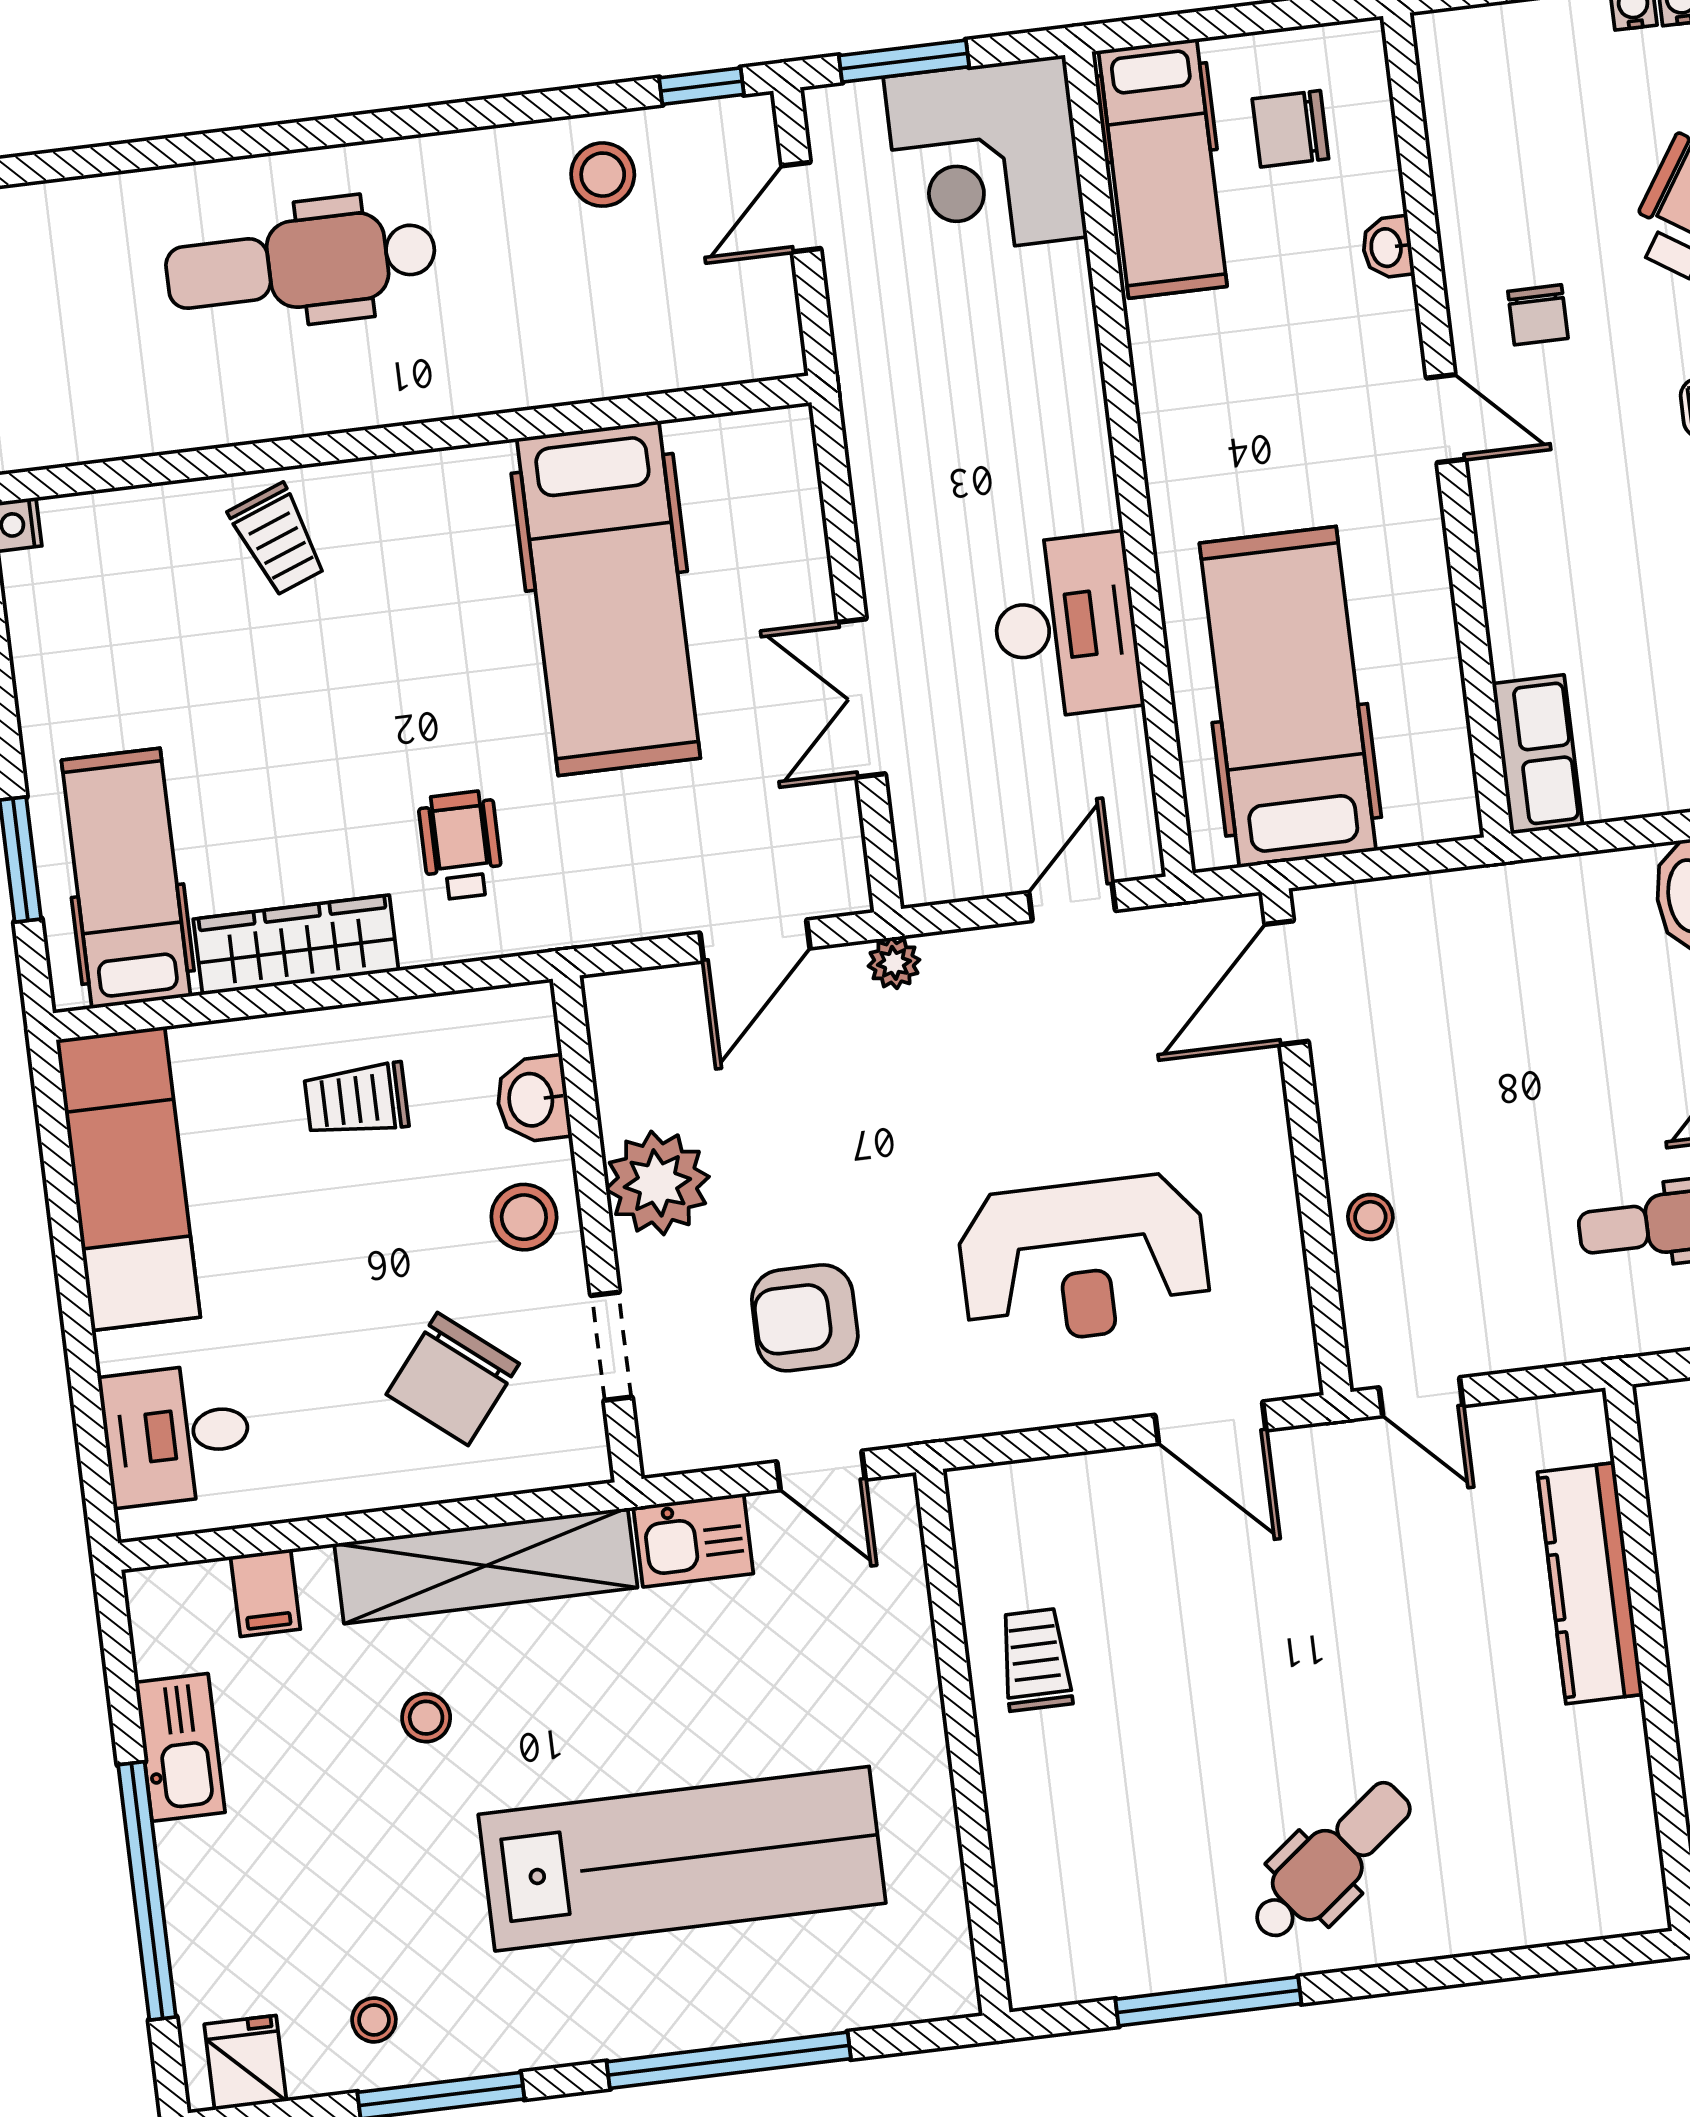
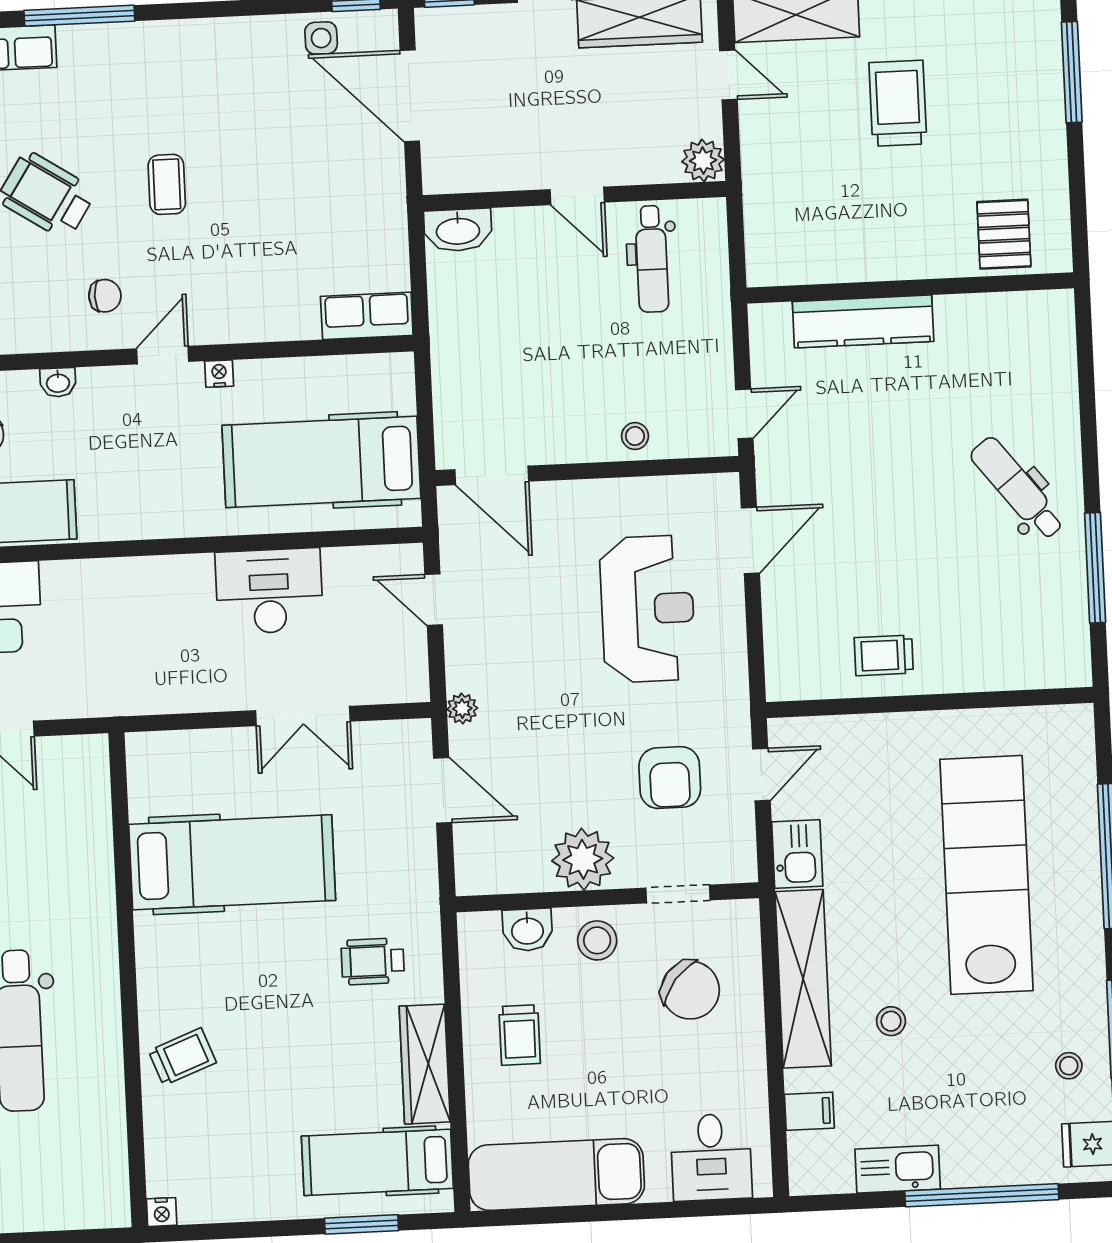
nightstand: (1422, 515) -> (219, 374), added

